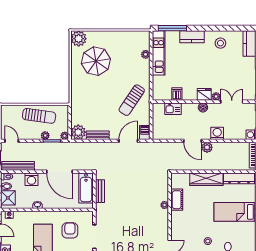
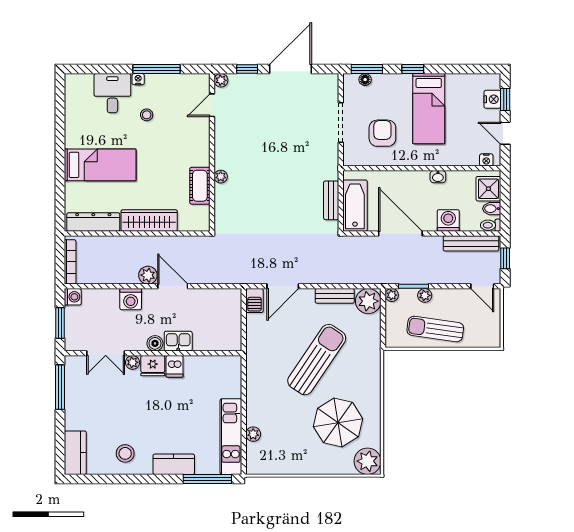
dishwasher: (177, 94) -> (175, 366), moved
sun lounger: (132, 100) -> (317, 360), moved, width x1.36, depth x1.34
kitchen sink: (173, 109) -> (178, 341), moved
armchair: (70, 230) -> (382, 133), turned 180

